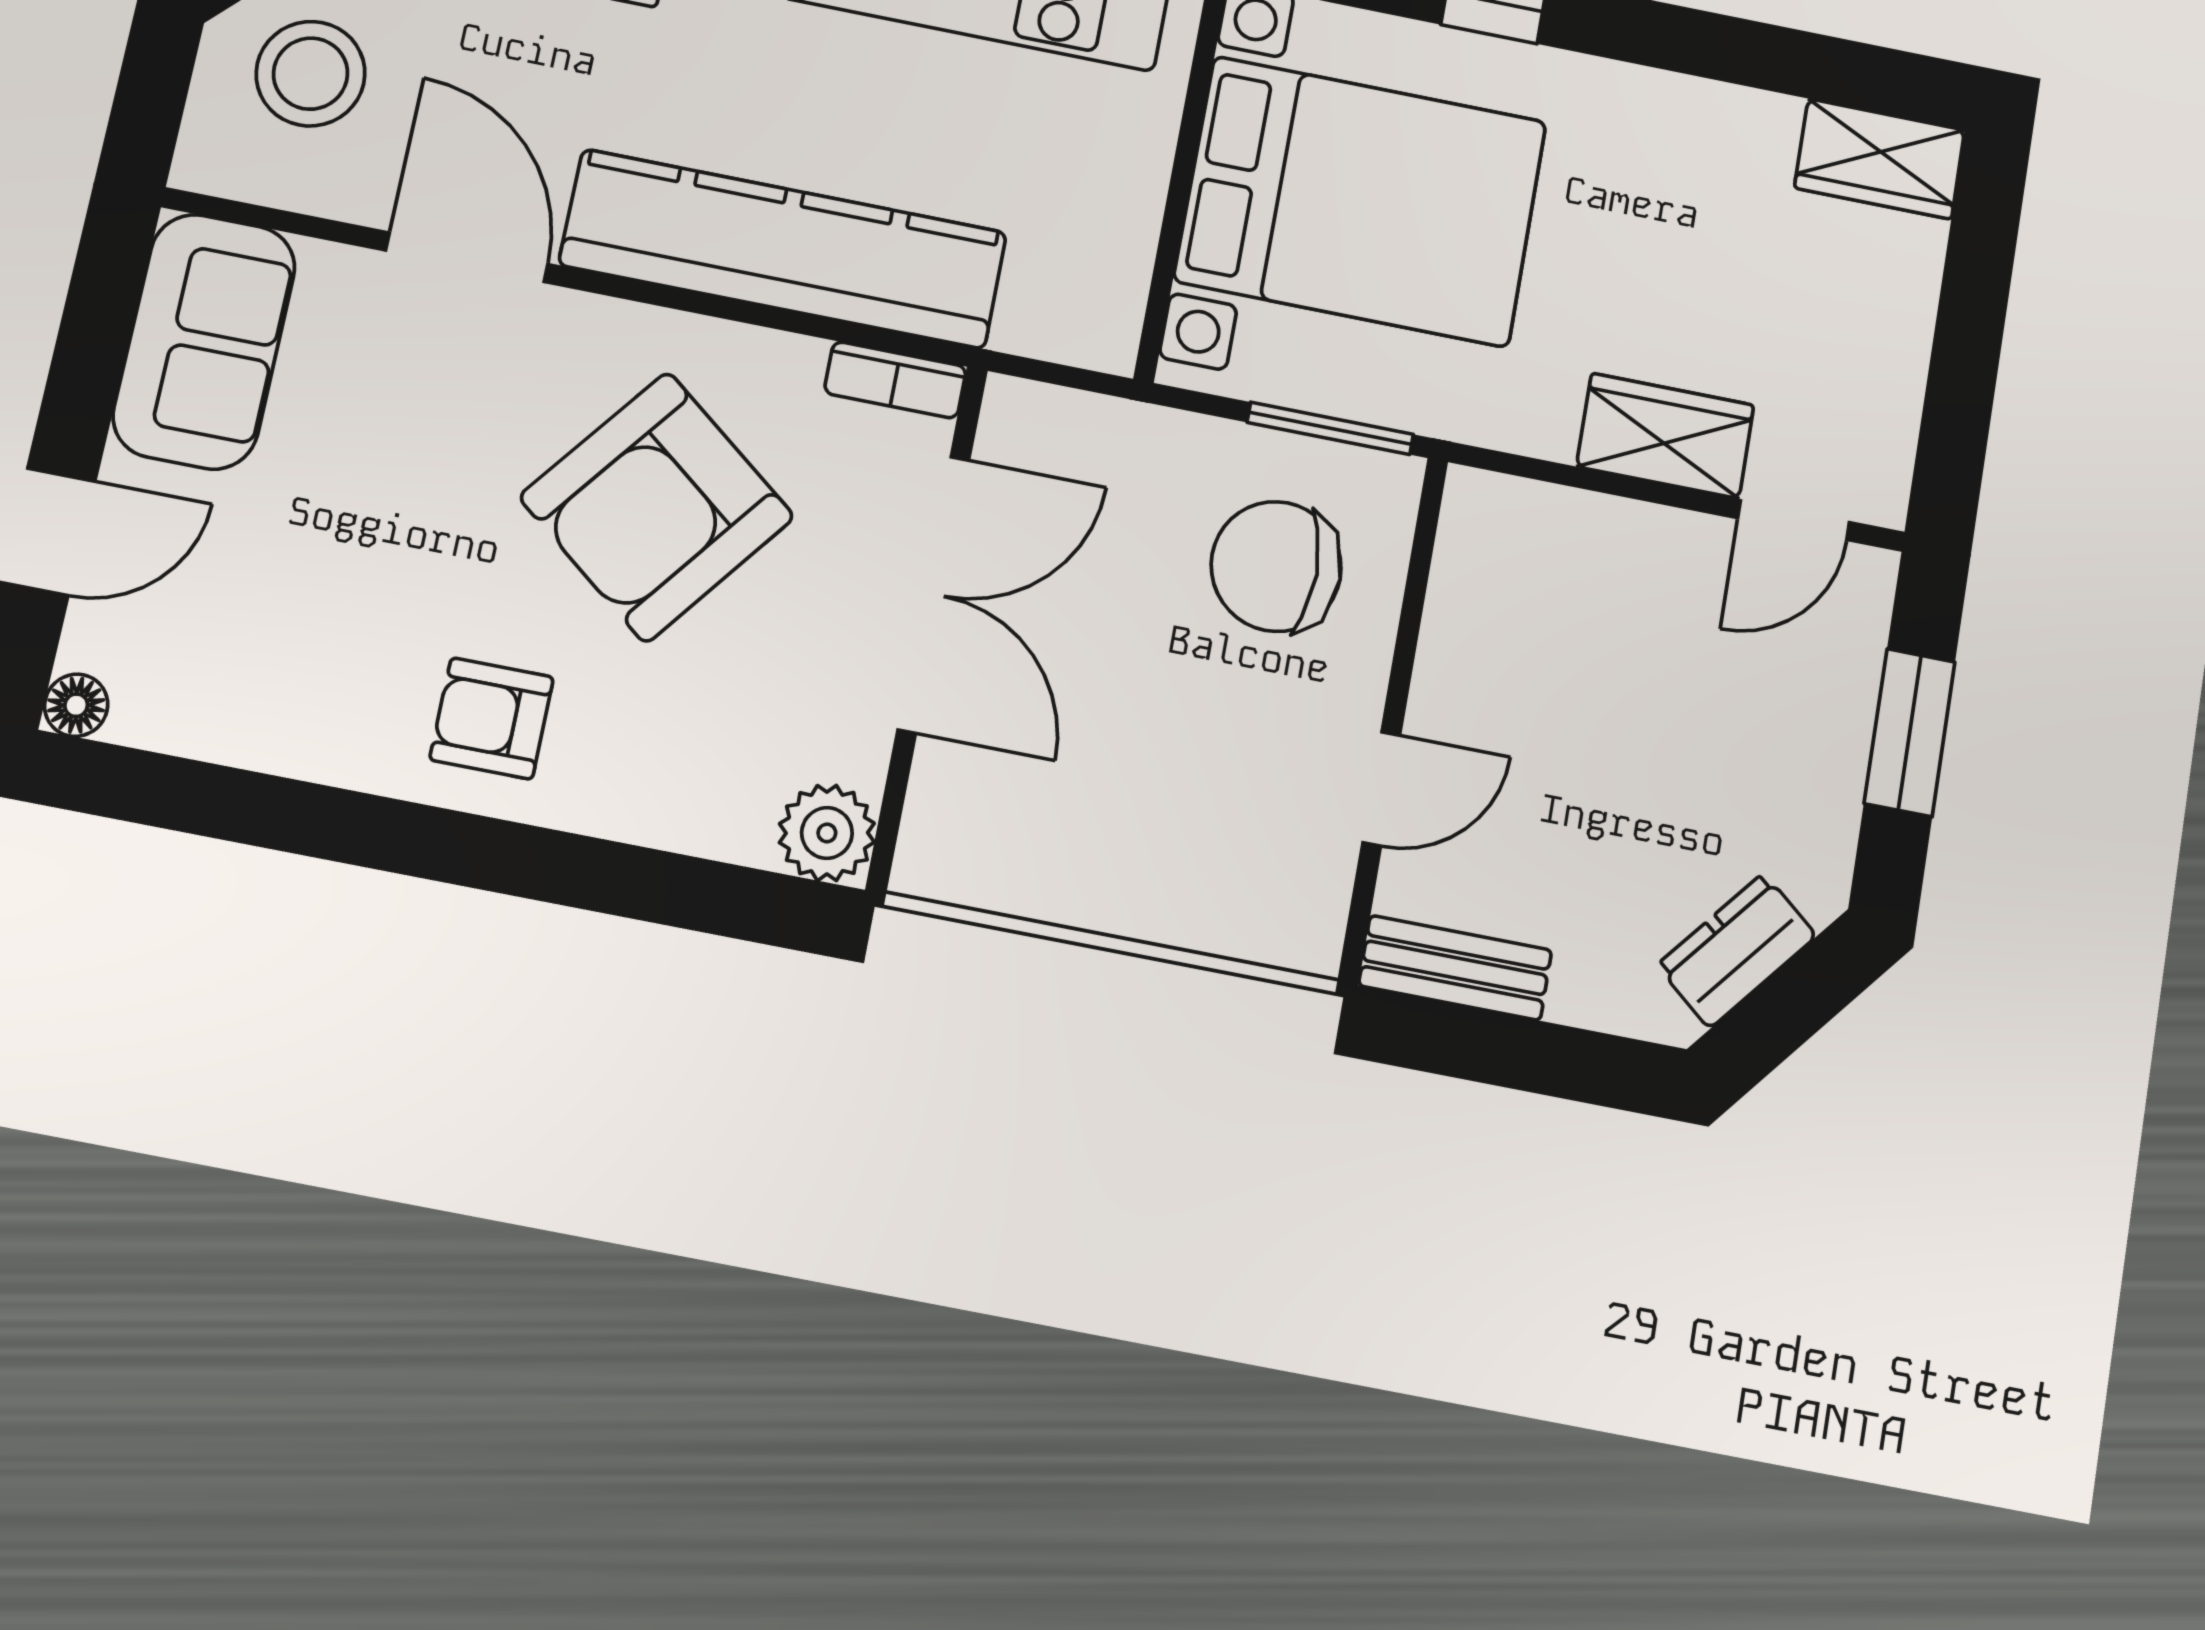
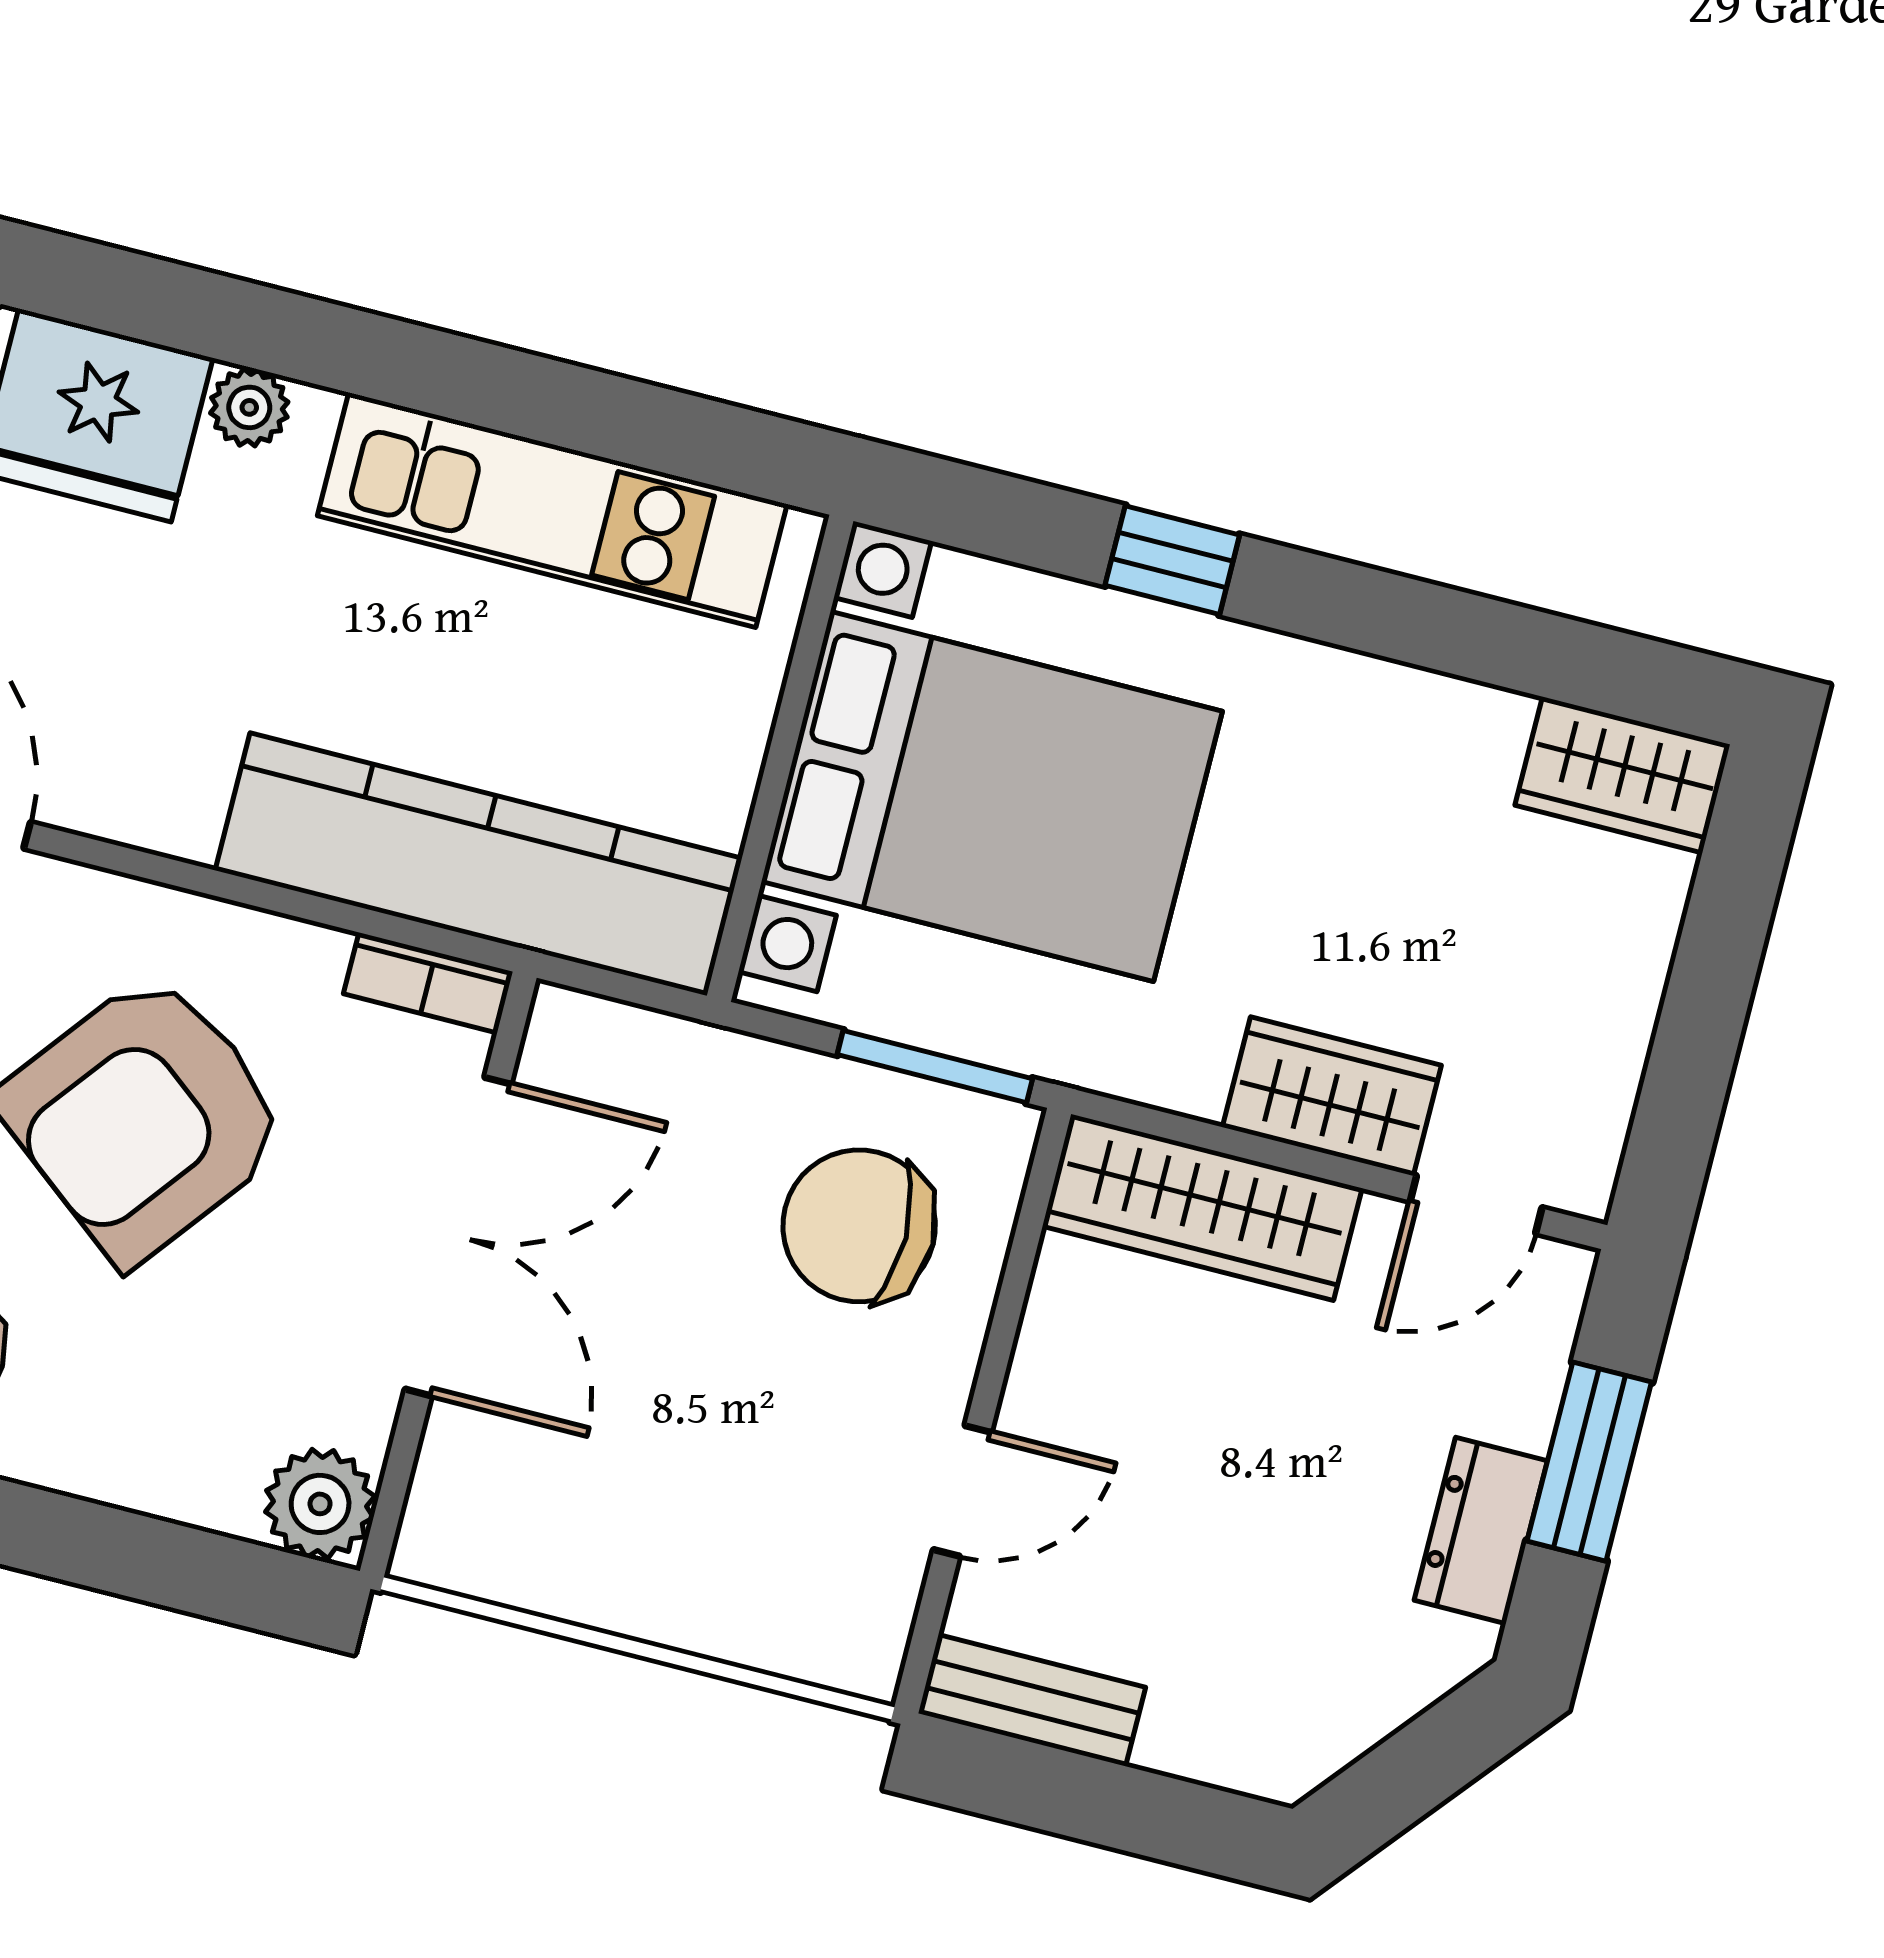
kitchen counter: (783, 249) -> (479, 864), moved
wardrobe: (1565, 535) -> (1202, 1207), added
dresser: (1737, 951) -> (1481, 1531), moved, turned -40

